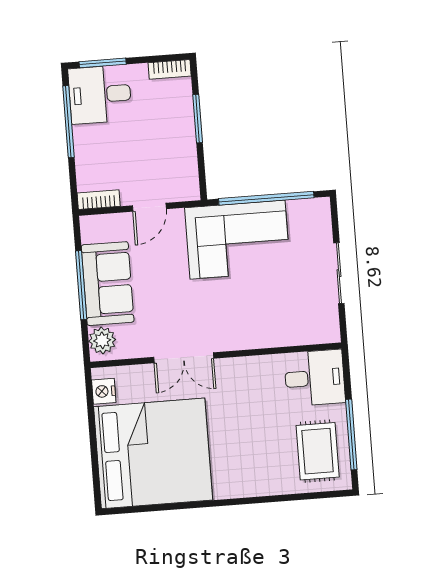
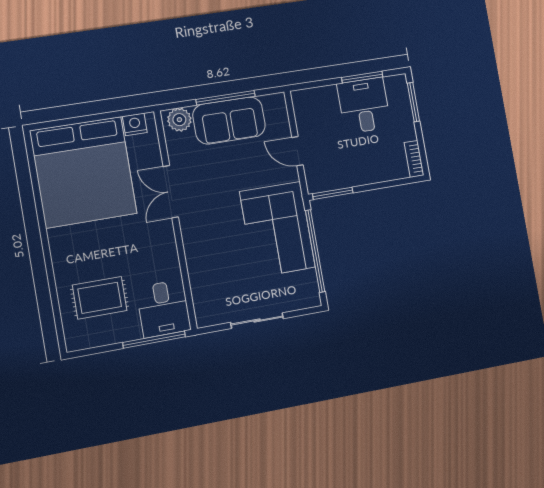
desk: (100, 94) -> (364, 105), moved
window: (198, 119) -> (333, 193), moved
window: (68, 122) -> (362, 77), width x0.69
bookcase: (99, 200) -> (300, 107), removed
window: (351, 434) -> (154, 340), moved
rug: (318, 451) -> (100, 298), moved

